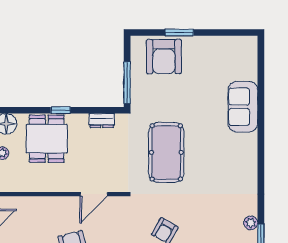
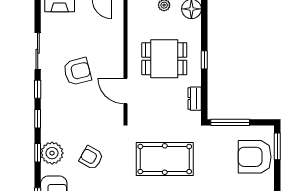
window: (179, 33) -> (277, 146), moved
dining table: (47, 139) -> (164, 59), moved

